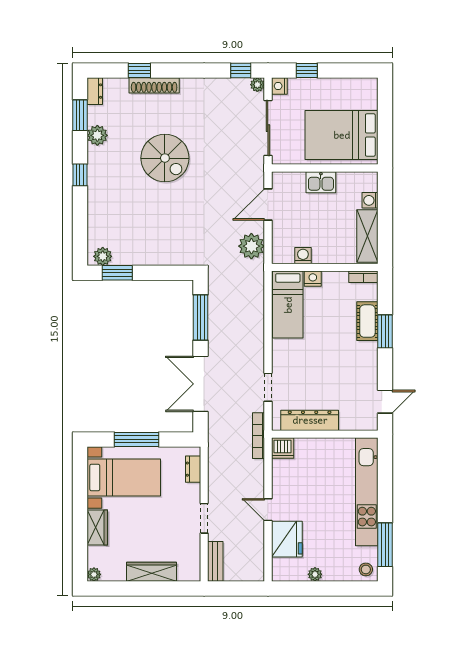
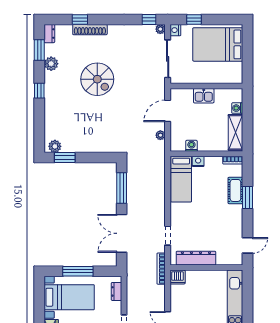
bed: (342, 135) -> (218, 44), moved
plant: (251, 246) -> (160, 135), width x0.53, depth x0.53

